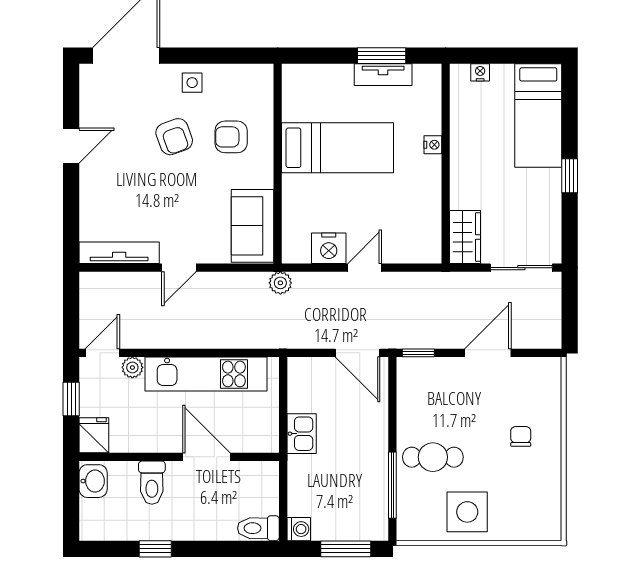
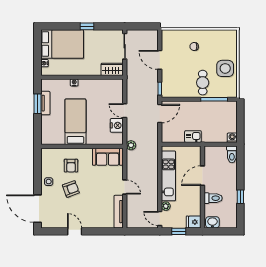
bed: (538, 115) -> (62, 44), width x1.50
window: (346, 549) -> (240, 118), removed

